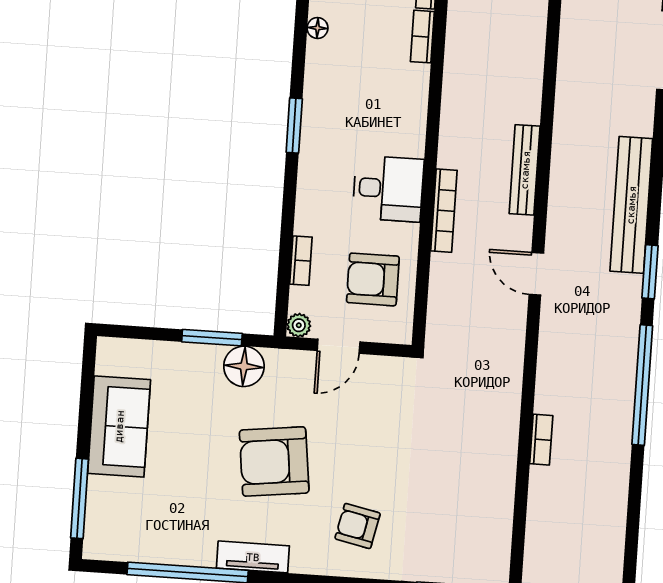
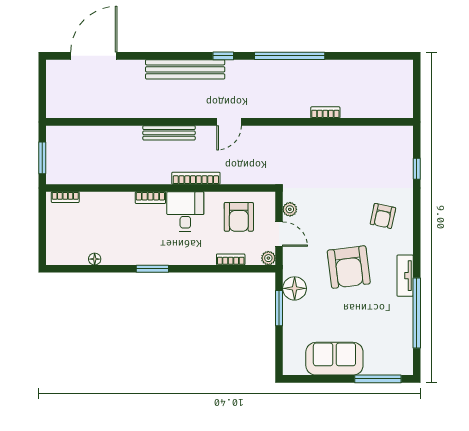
bookcase: (422, 37) -> (150, 198), moved
window: (650, 272) -> (223, 56), width x0.67
plant: (380, 368) -> (290, 209), added

